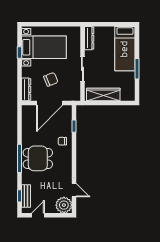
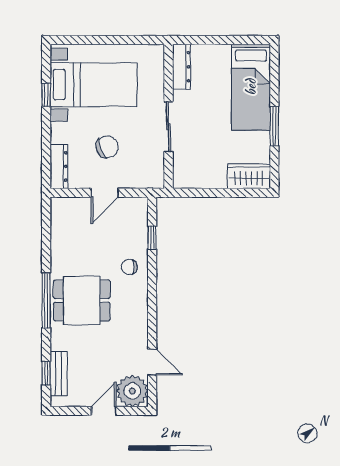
wardrobe: (103, 94) -> (249, 176), moved, width x0.67
door: (50, 103) -> (105, 193), width x0.53
door: (38, 215) -> (104, 411), moved

